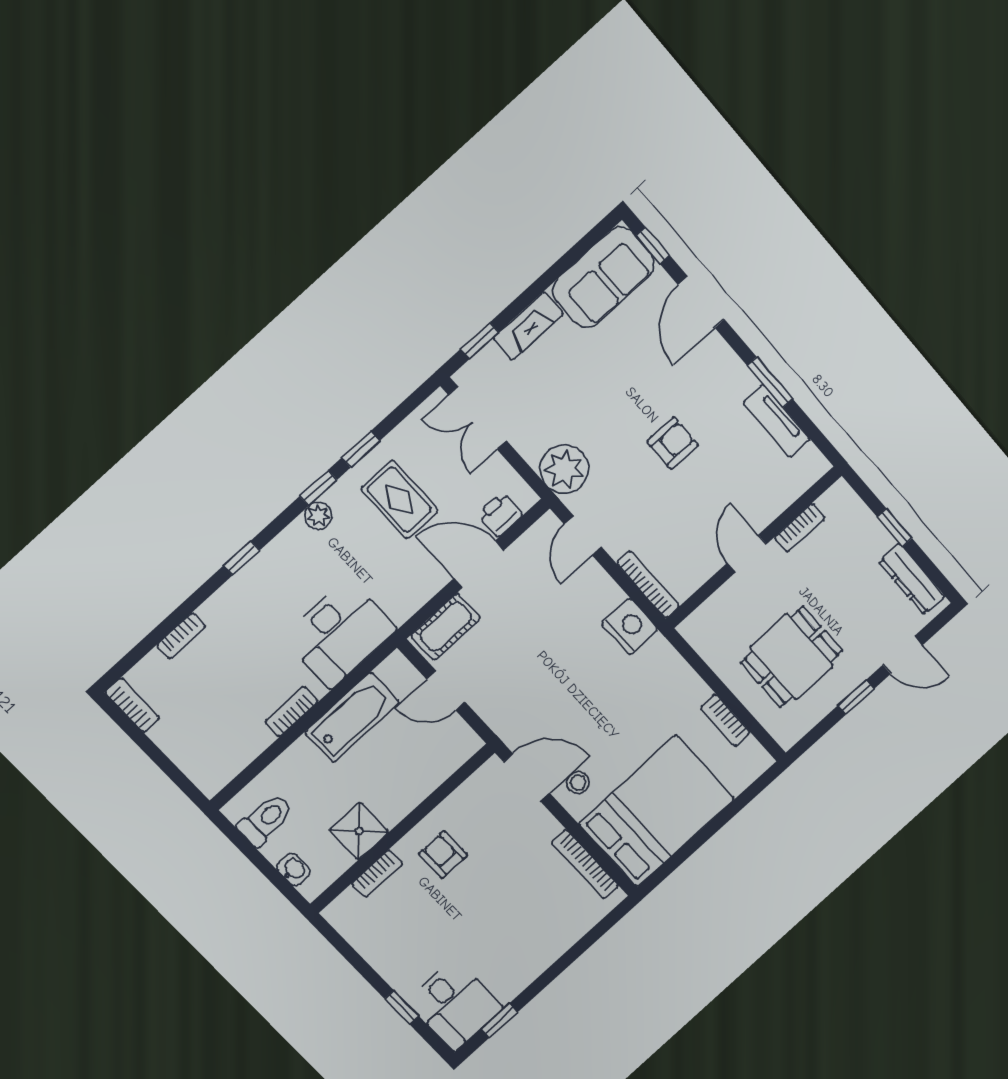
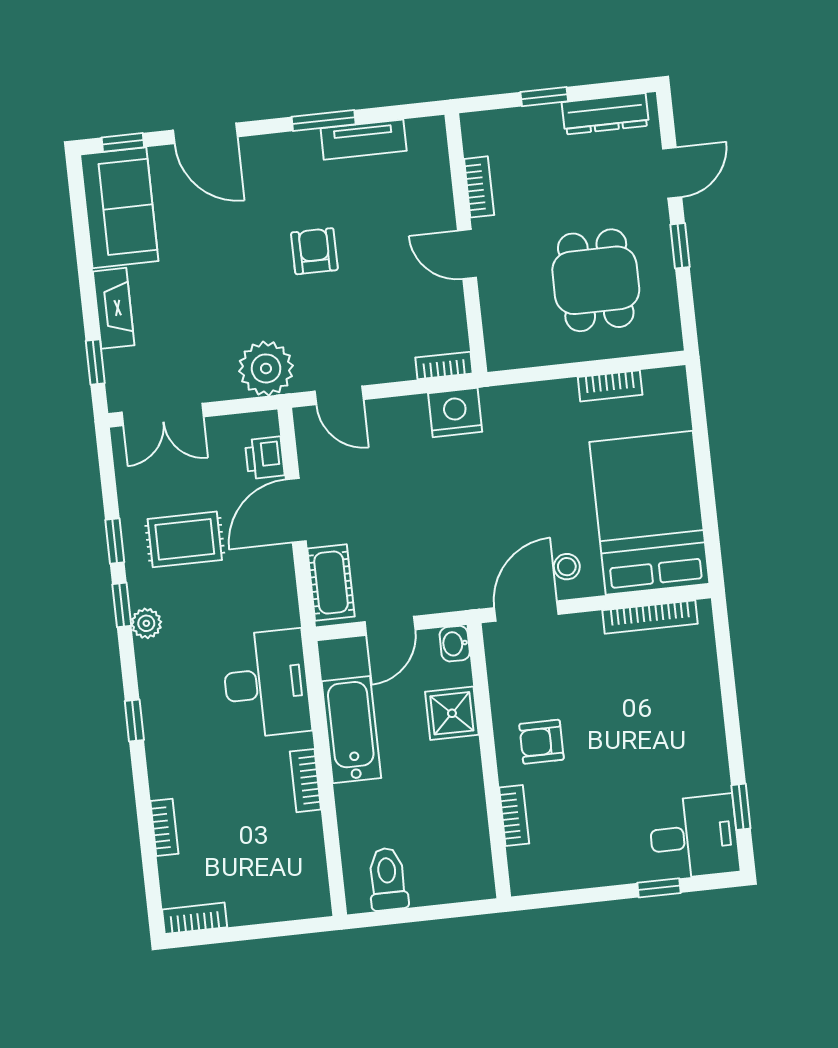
bookcase: (648, 584) -> (444, 365), width x0.64
shower: (359, 831) -> (452, 713), moved
washbasin: (294, 870) -> (455, 644), moved, turned -90

